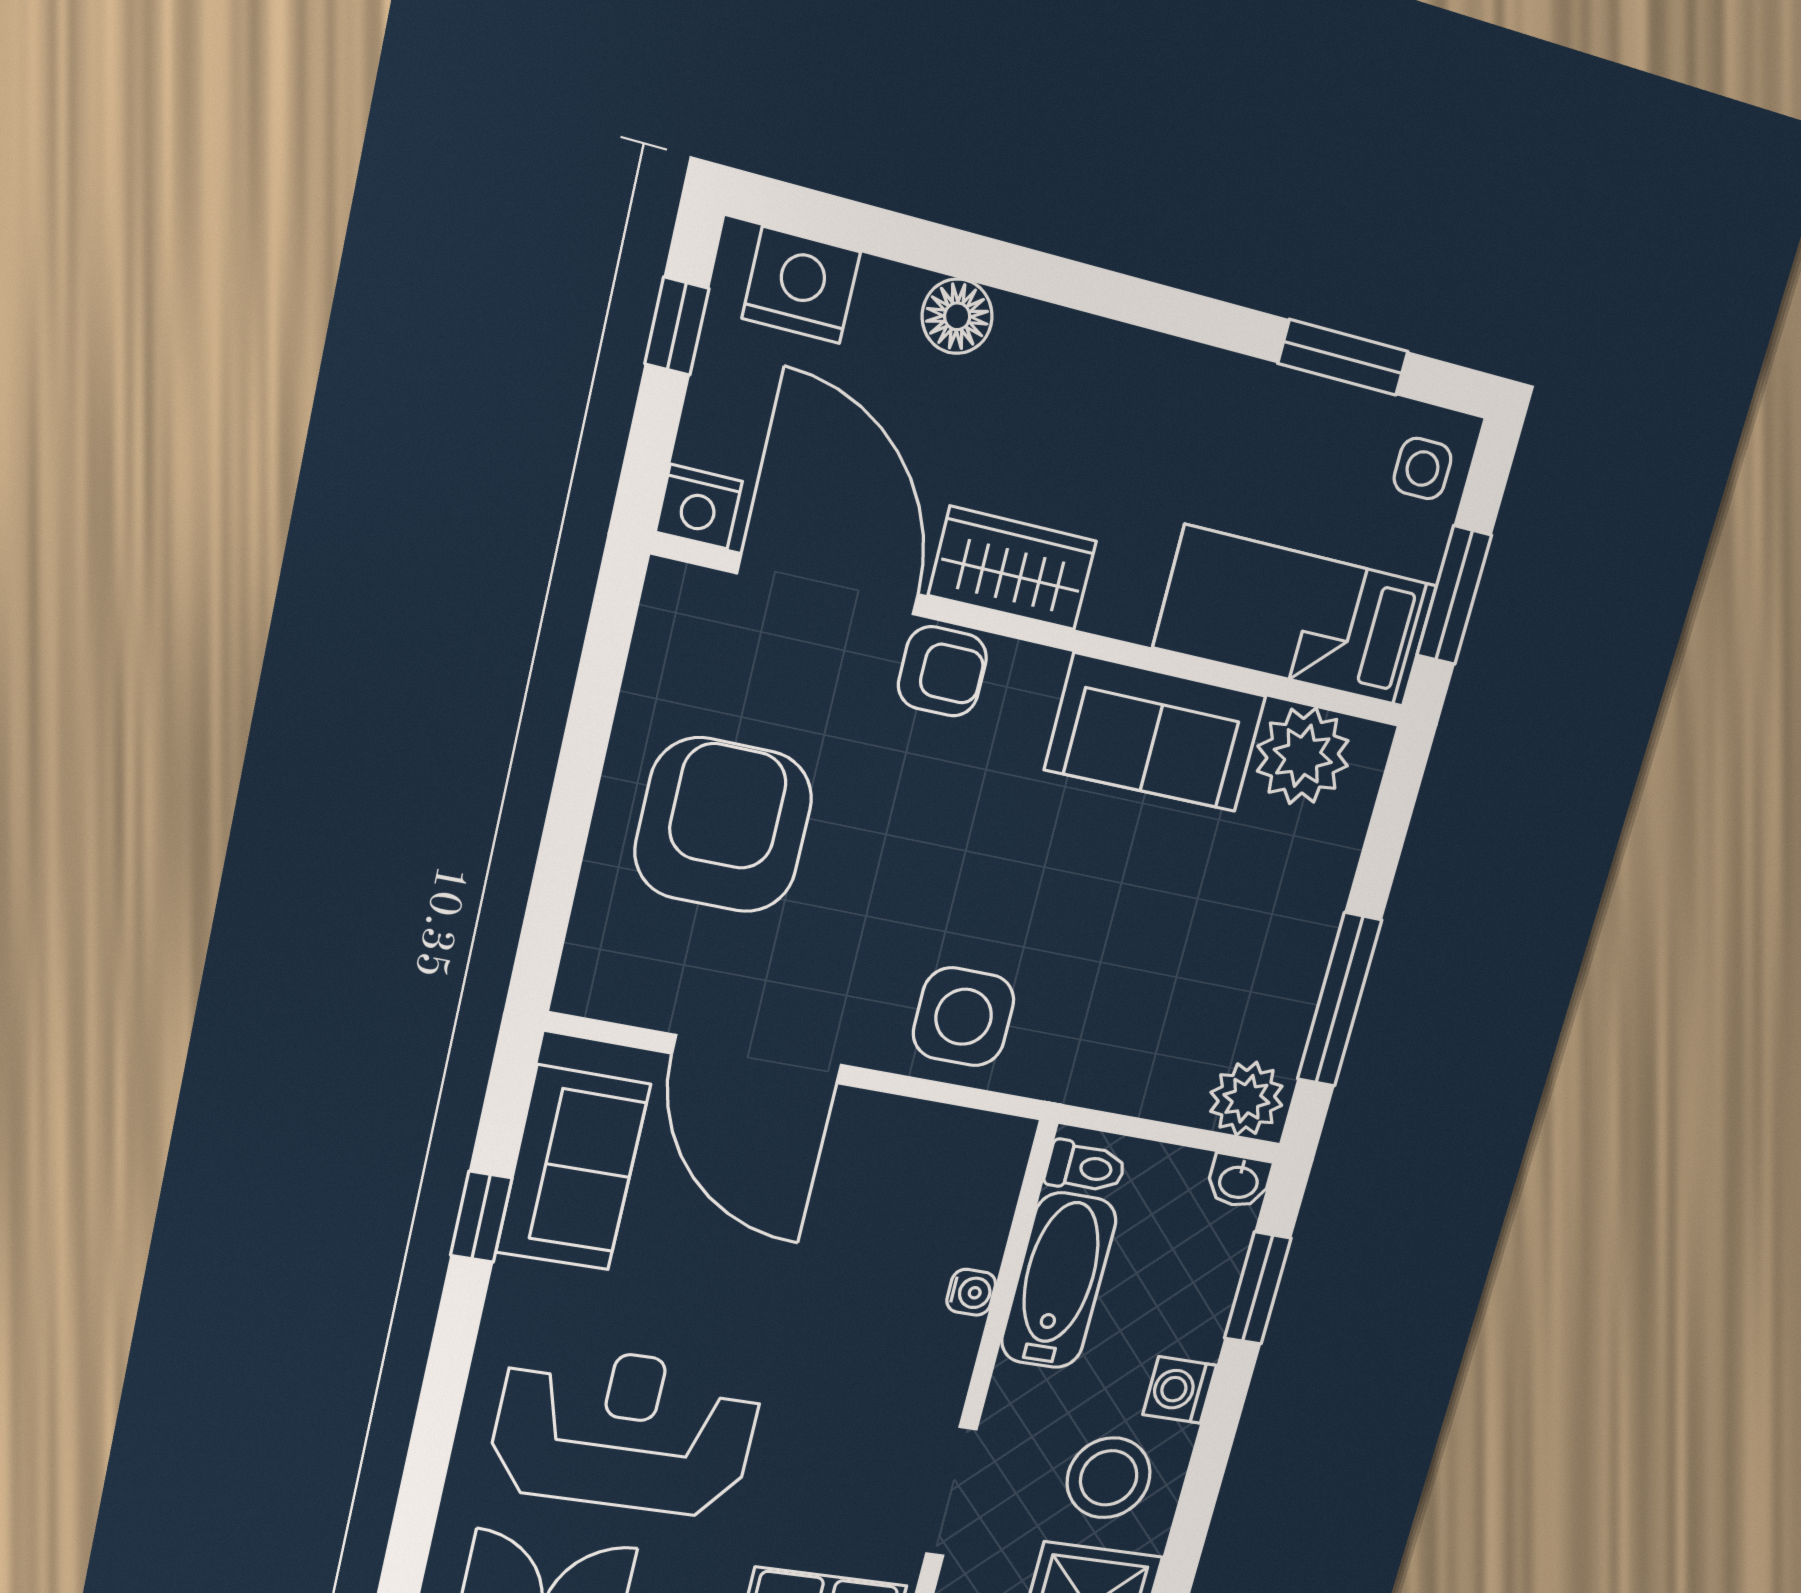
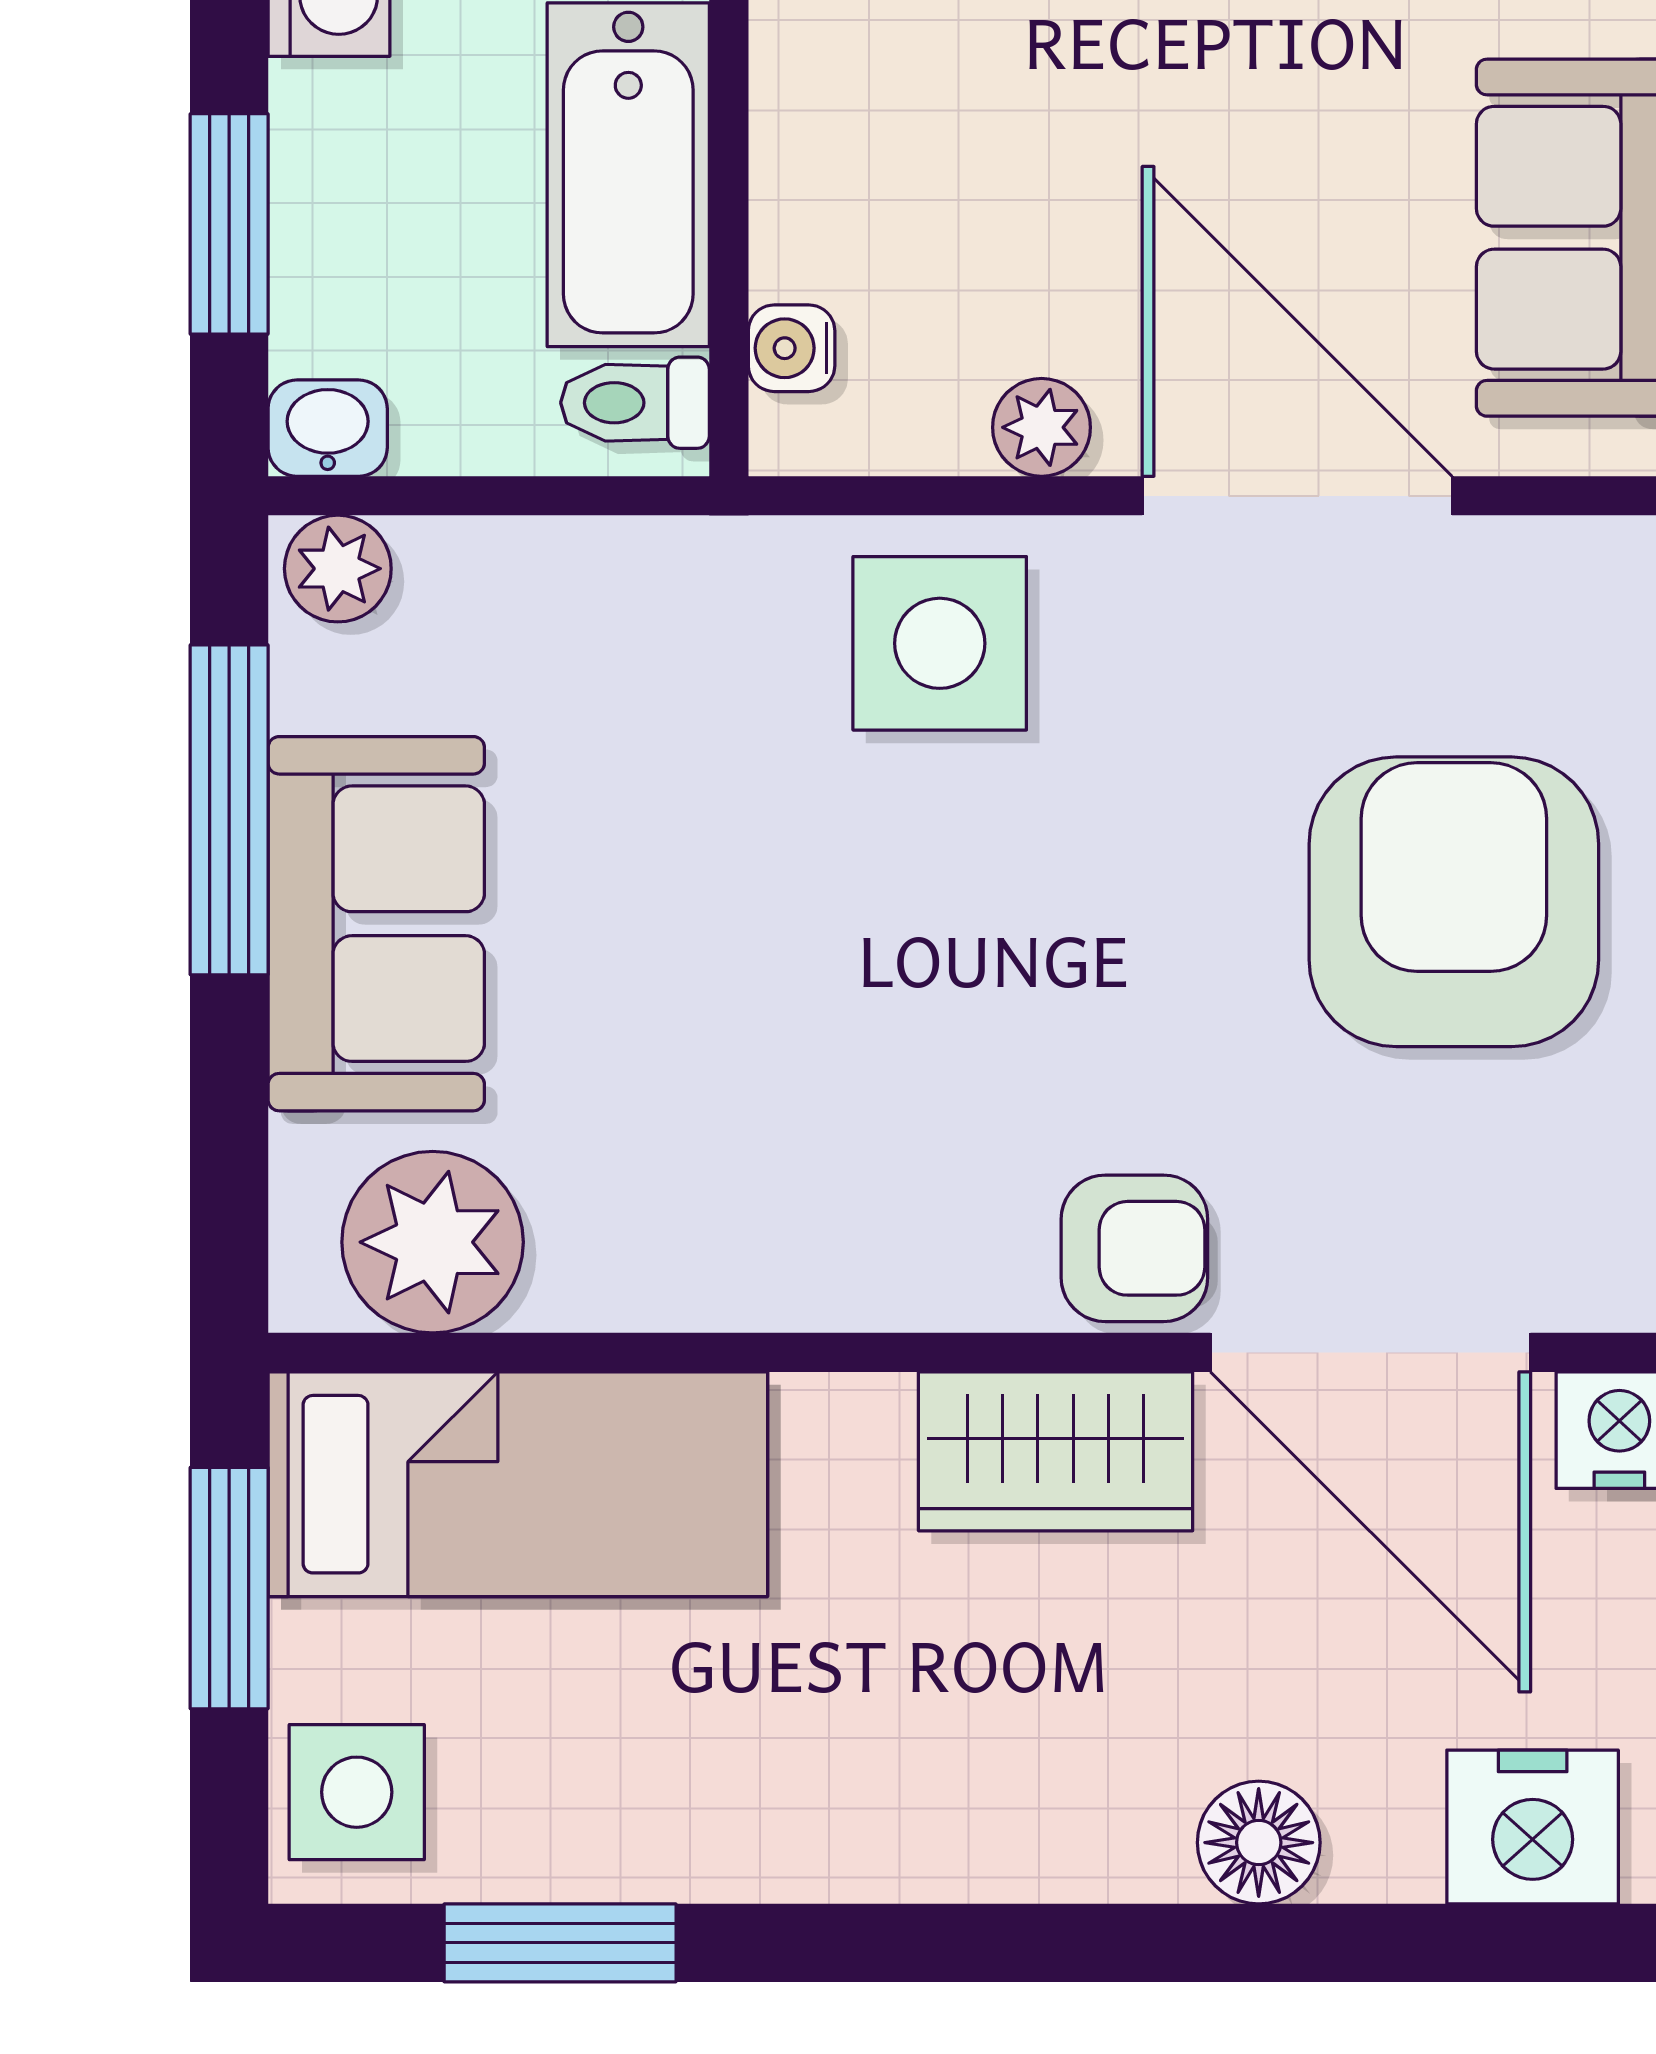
side table: (1423, 469) -> (357, 1792), width x1.37, depth x1.37
armchair: (942, 671) -> (1134, 1248), turned 180
sofa: (1155, 733) -> (376, 924), moved, turned 90
armchair: (723, 825) -> (1454, 902), turned 180
plant: (1246, 1099) -> (338, 569), width x0.73, depth x0.73
plant: (883, 1119) -> (1042, 427), added
water cooler: (971, 1292) -> (792, 348), moved

